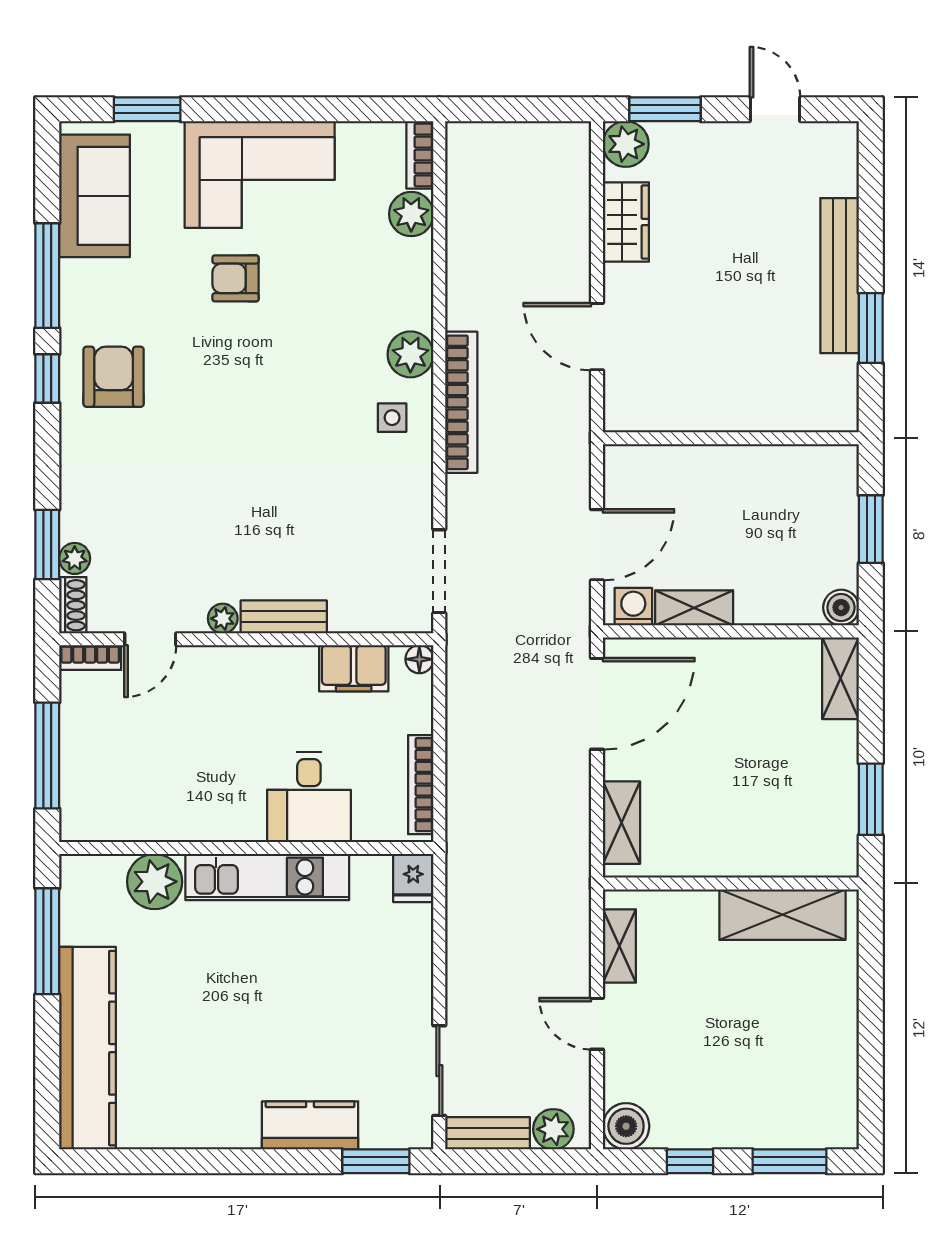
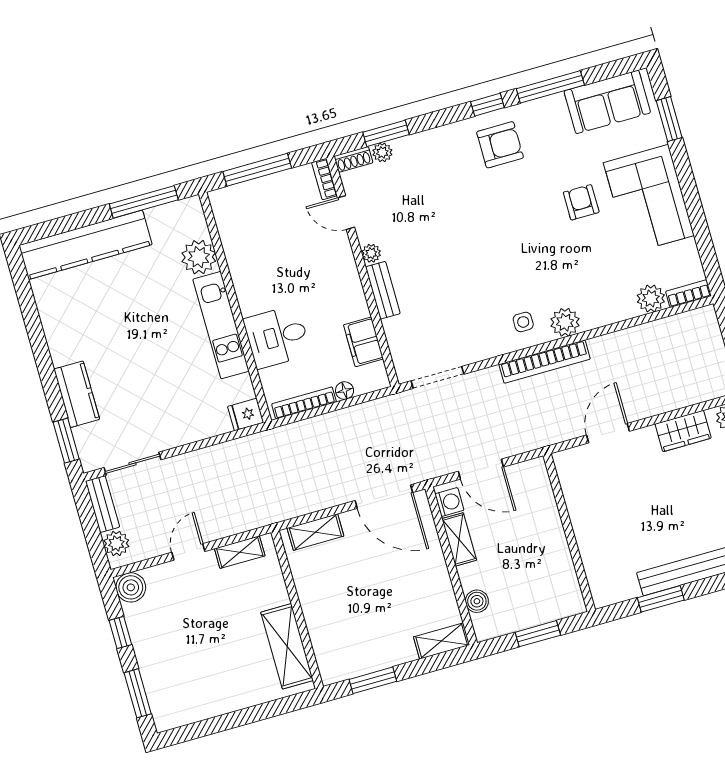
boiler: (841, 608) -> (477, 601), moved
floor lamp: (419, 659) -> (345, 391), moved

